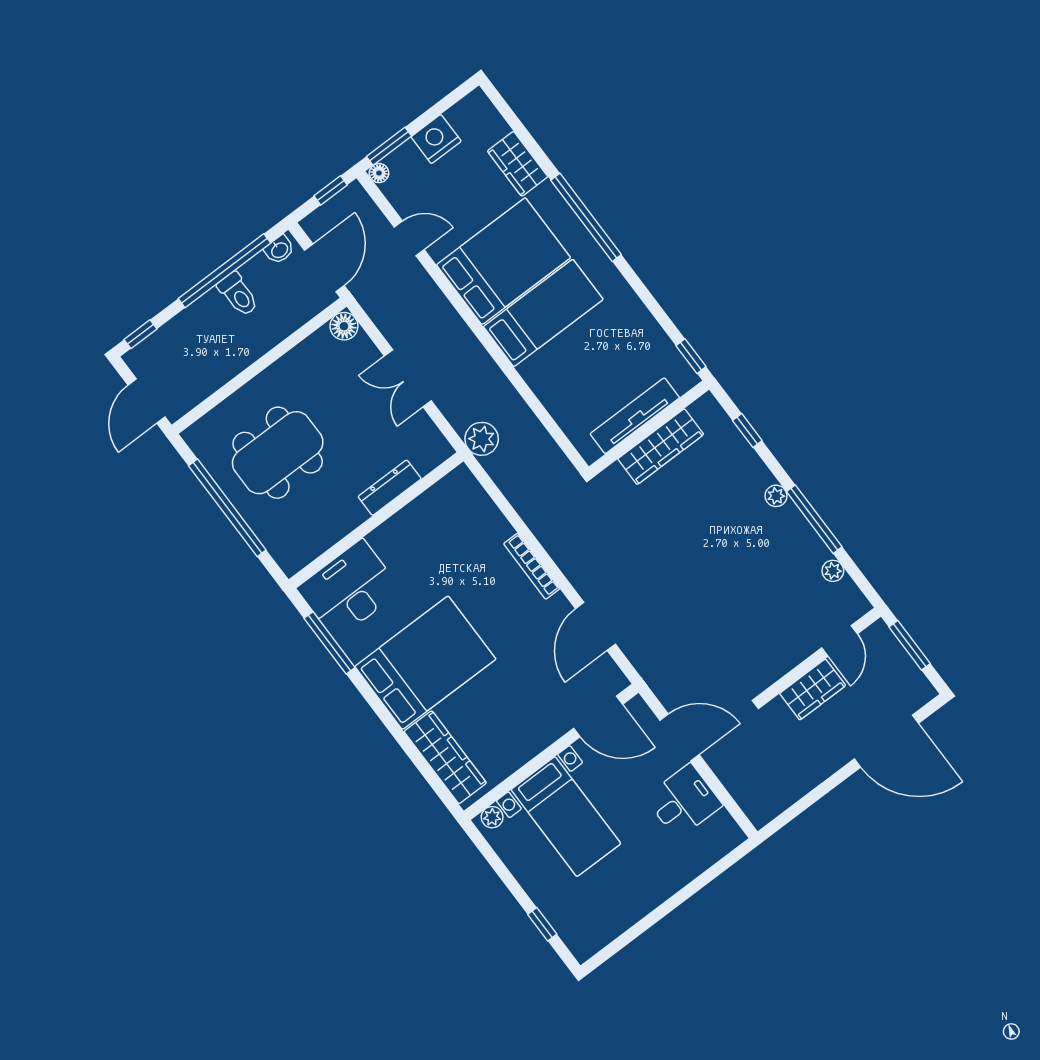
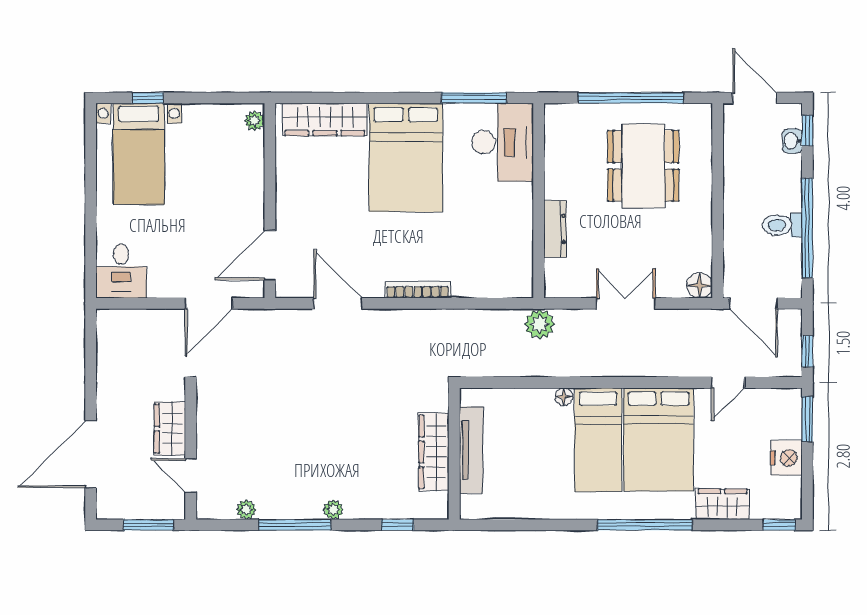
floor lamp: (379, 173) -> (564, 397), moved
washbasin: (279, 250) -> (792, 141), moved
window: (691, 356) -> (779, 525), moved
desk: (684, 801) -> (121, 271), moved
bed with nightstands: (566, 816) -> (139, 154), moved, turned -90

